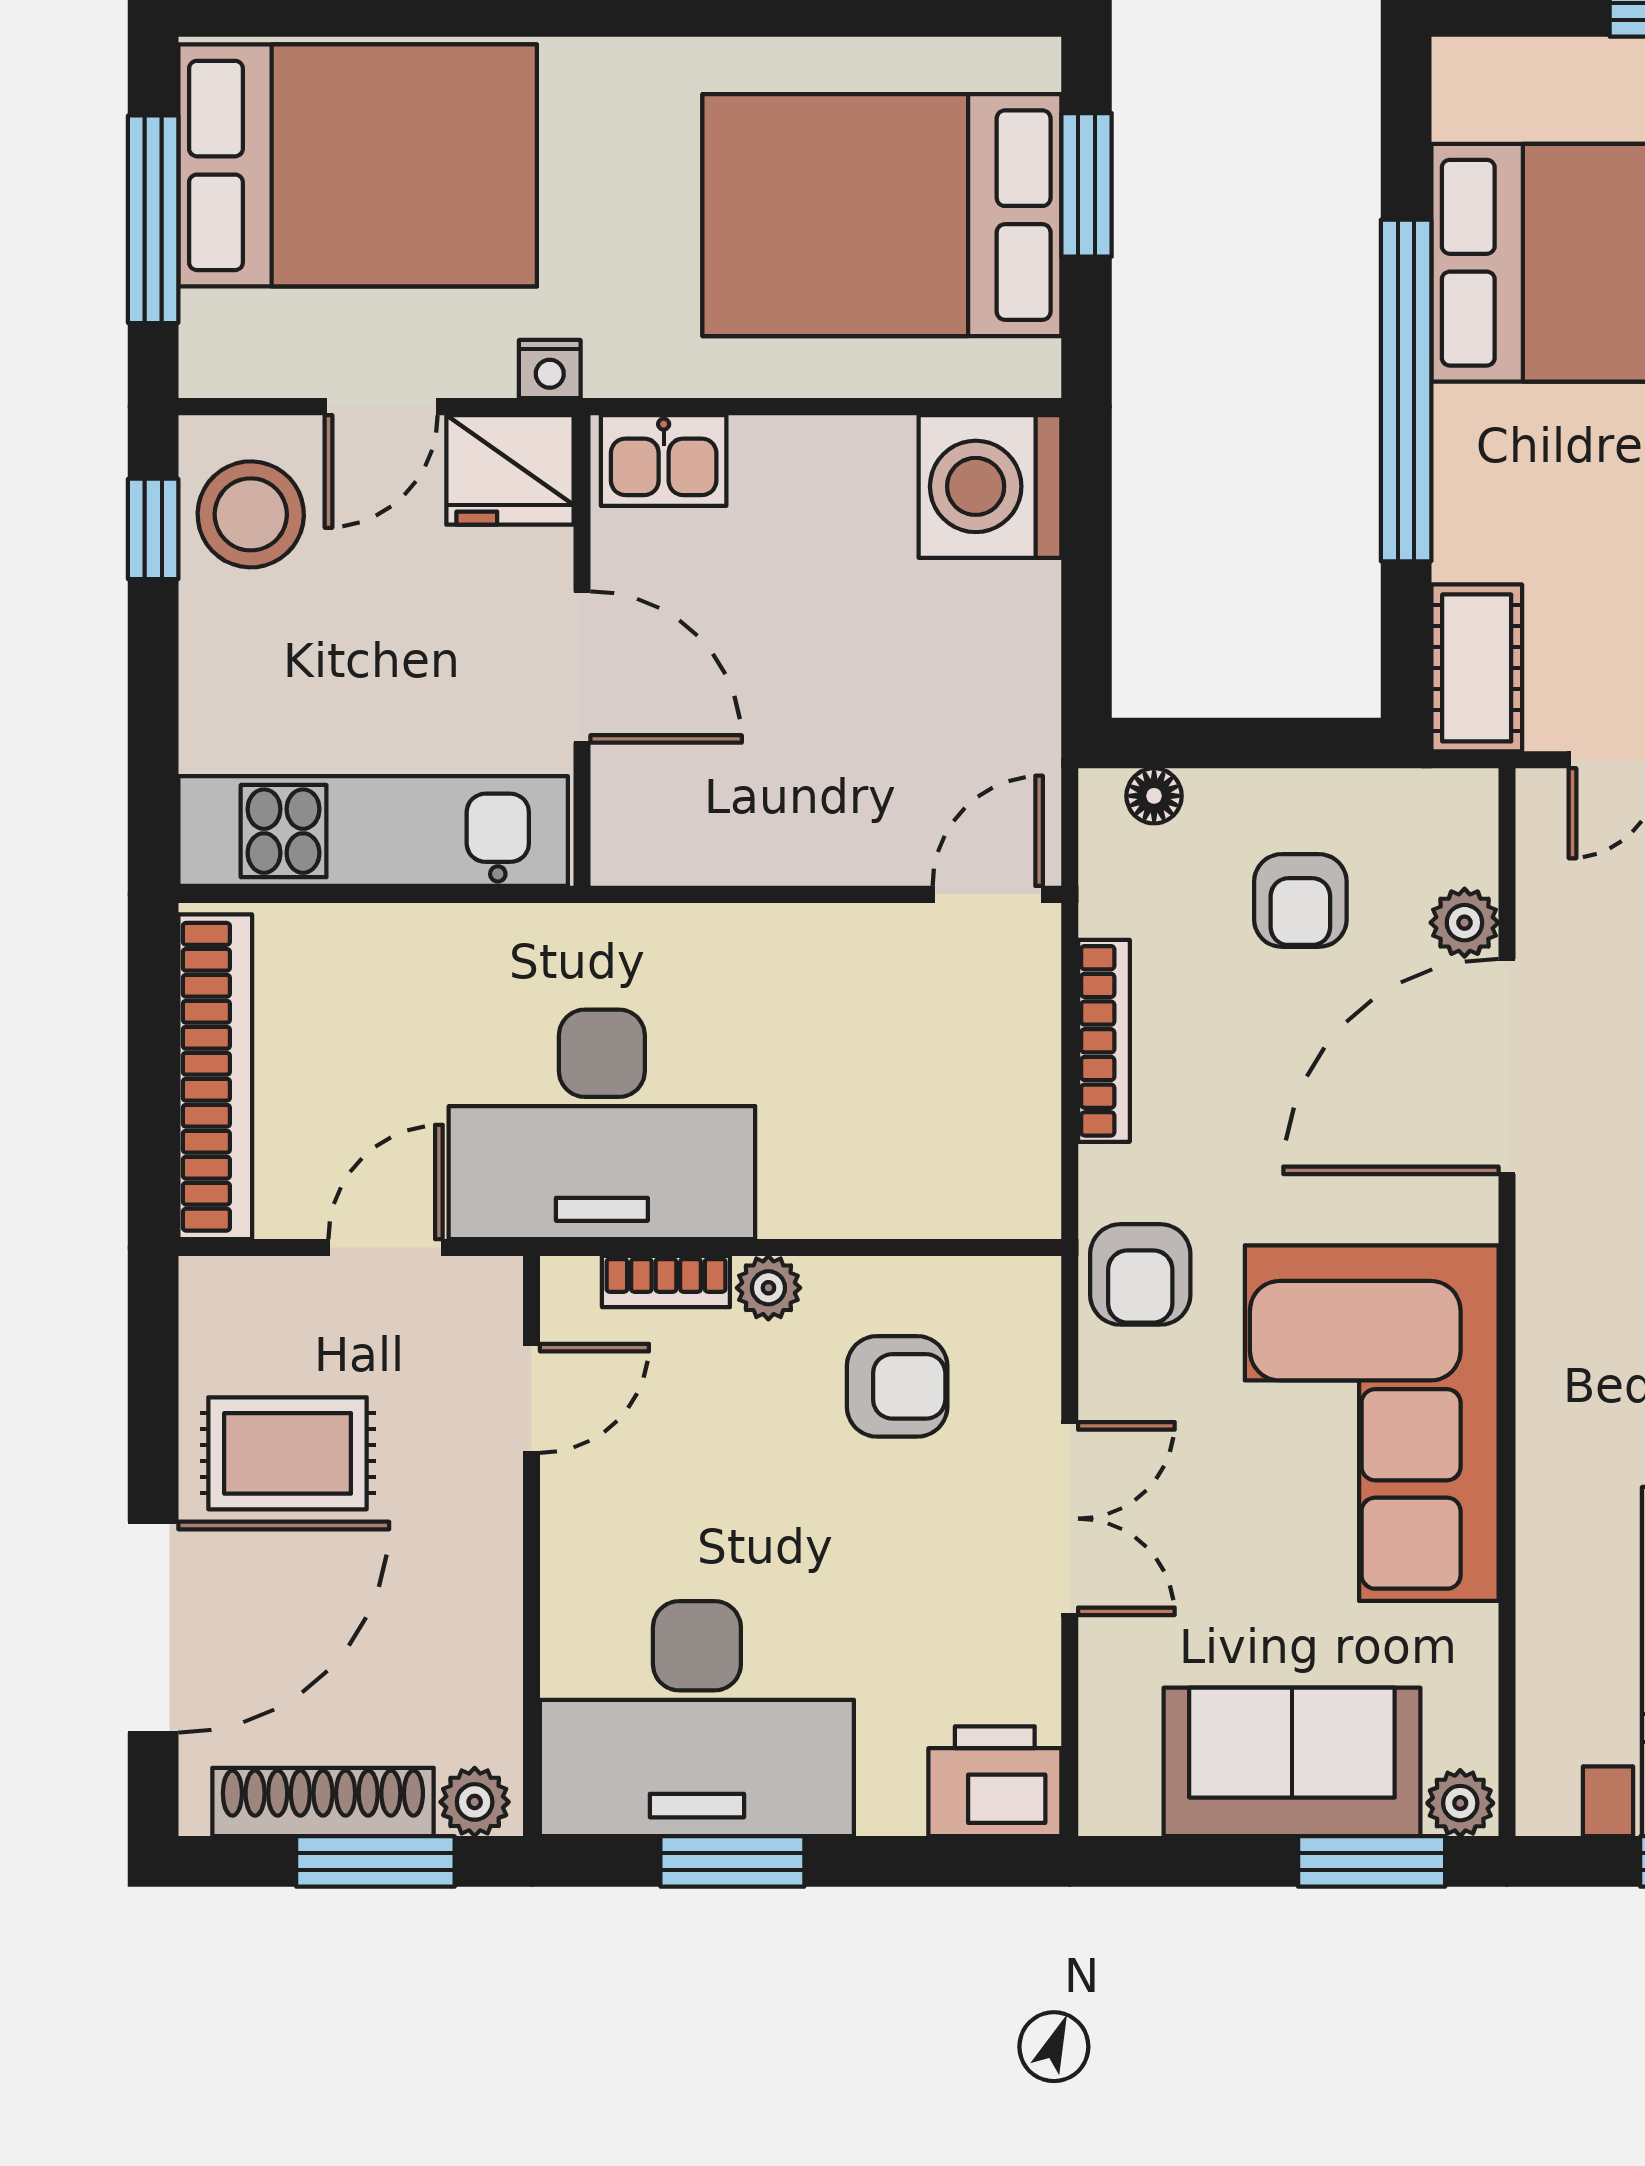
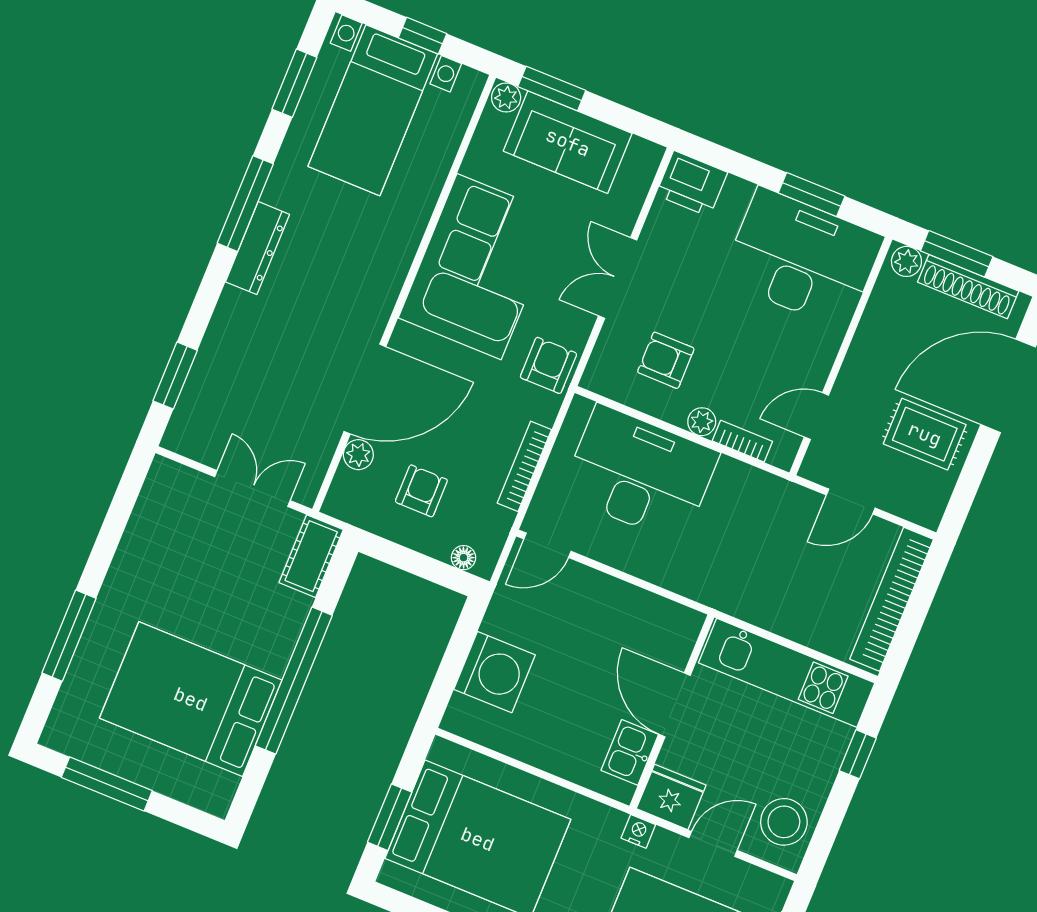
kitchen sink: (664, 460) -> (630, 752), moved, turned -90
washing machine: (990, 486) -> (495, 672), moved
window: (153, 529) -> (858, 754), moved
desk: (602, 1124) -> (640, 474), moved

